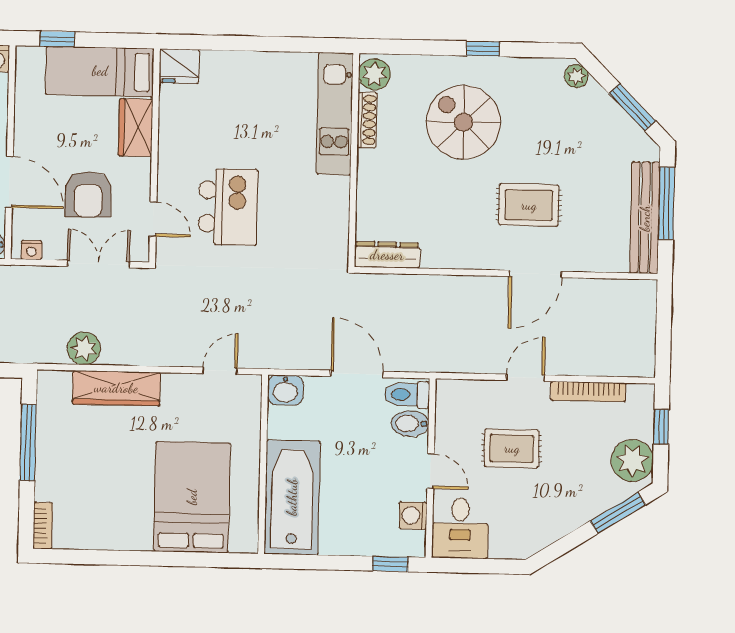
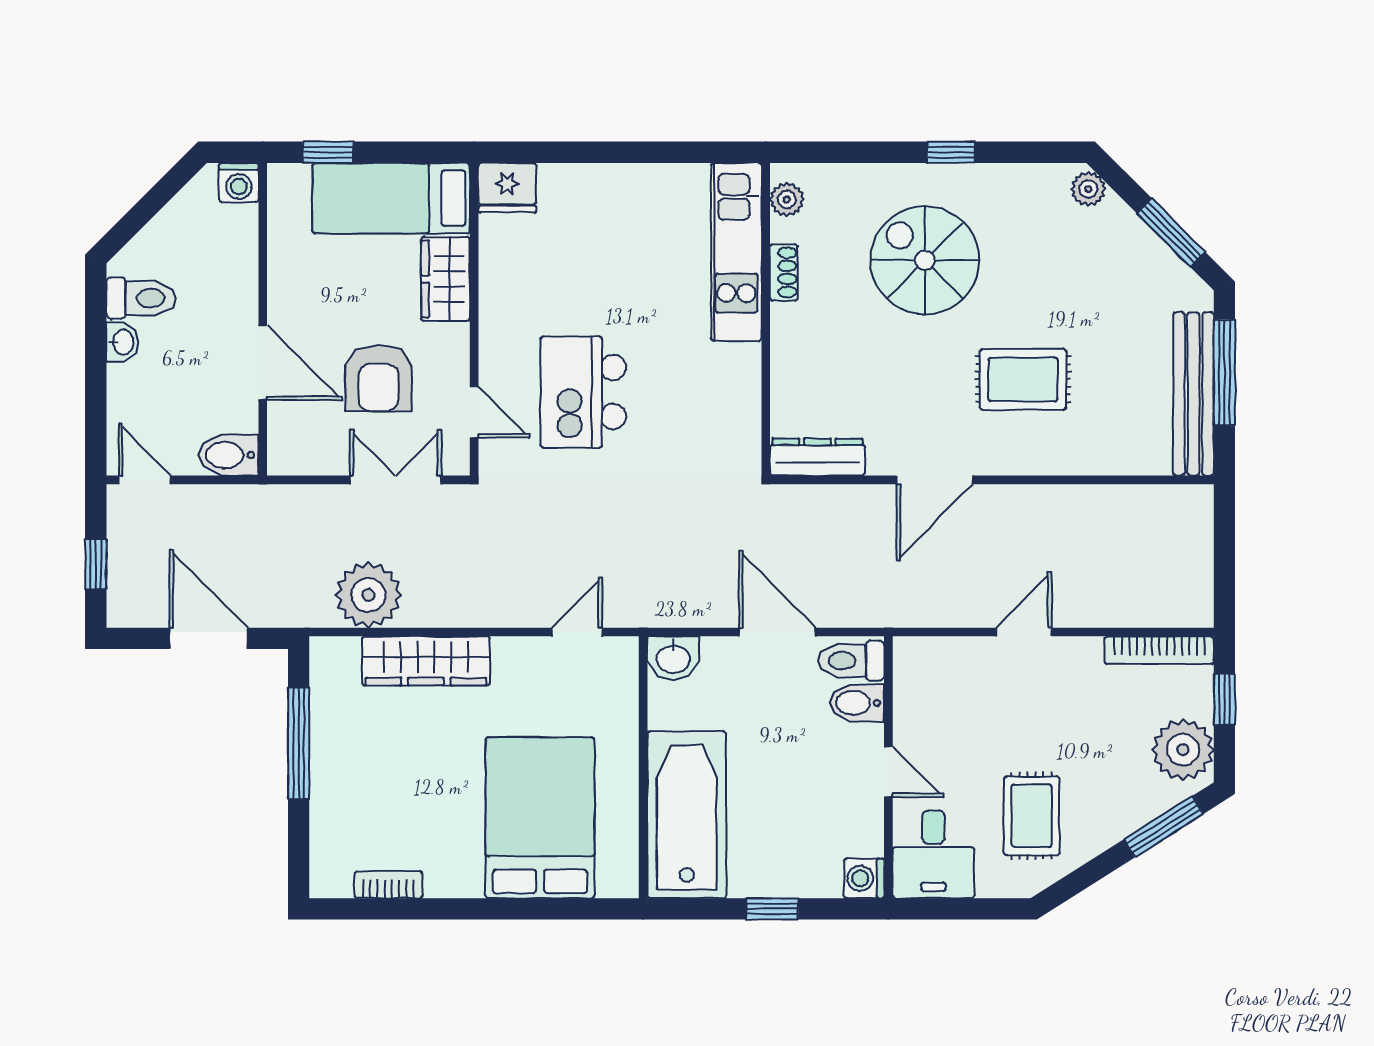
plant: (374, 74) -> (787, 200), width x0.73, depth x0.73
shoe rack: (367, 120) -> (784, 272), width x0.70
kitchen island: (228, 207) -> (583, 392), turned 180
nightstand: (32, 250) -> (297, 462), removed
door: (535, 274) -> (935, 480), moved
plant: (84, 348) -> (368, 595), width x1.36, depth x1.36
bookcase: (588, 392) -> (1159, 650), moved
rug: (512, 448) -> (1032, 816), moved, turned 90
washing machine: (413, 515) -> (864, 878), moved
bookcase: (43, 526) -> (388, 885), moved, turned -90
window: (390, 564) -> (772, 909), moved

